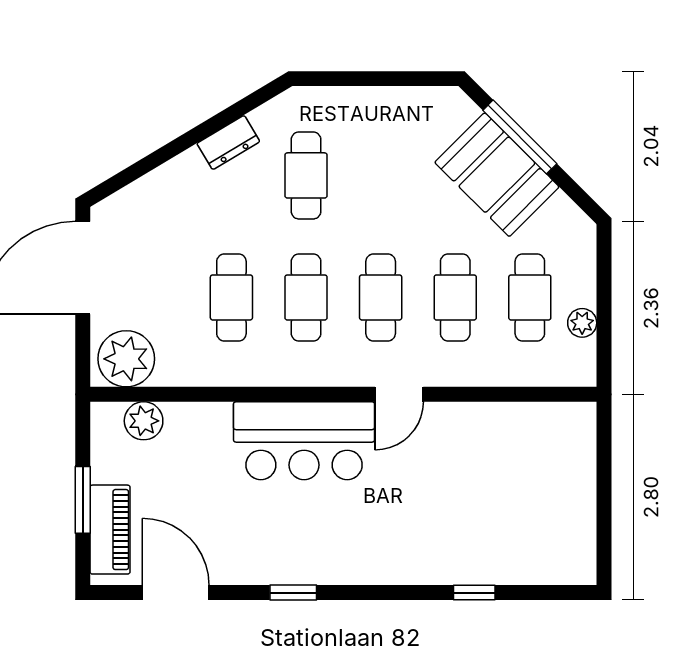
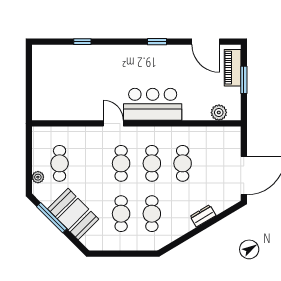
window: (520, 137) -> (52, 218), moved
dresser: (228, 142) -> (203, 216), moved
cafe table: (455, 297) -> (121, 214), moved
plant: (582, 323) -> (38, 177), moved
plant: (126, 359) -> (226, 138), removed
door: (399, 394) -> (113, 123), hinge flipped

